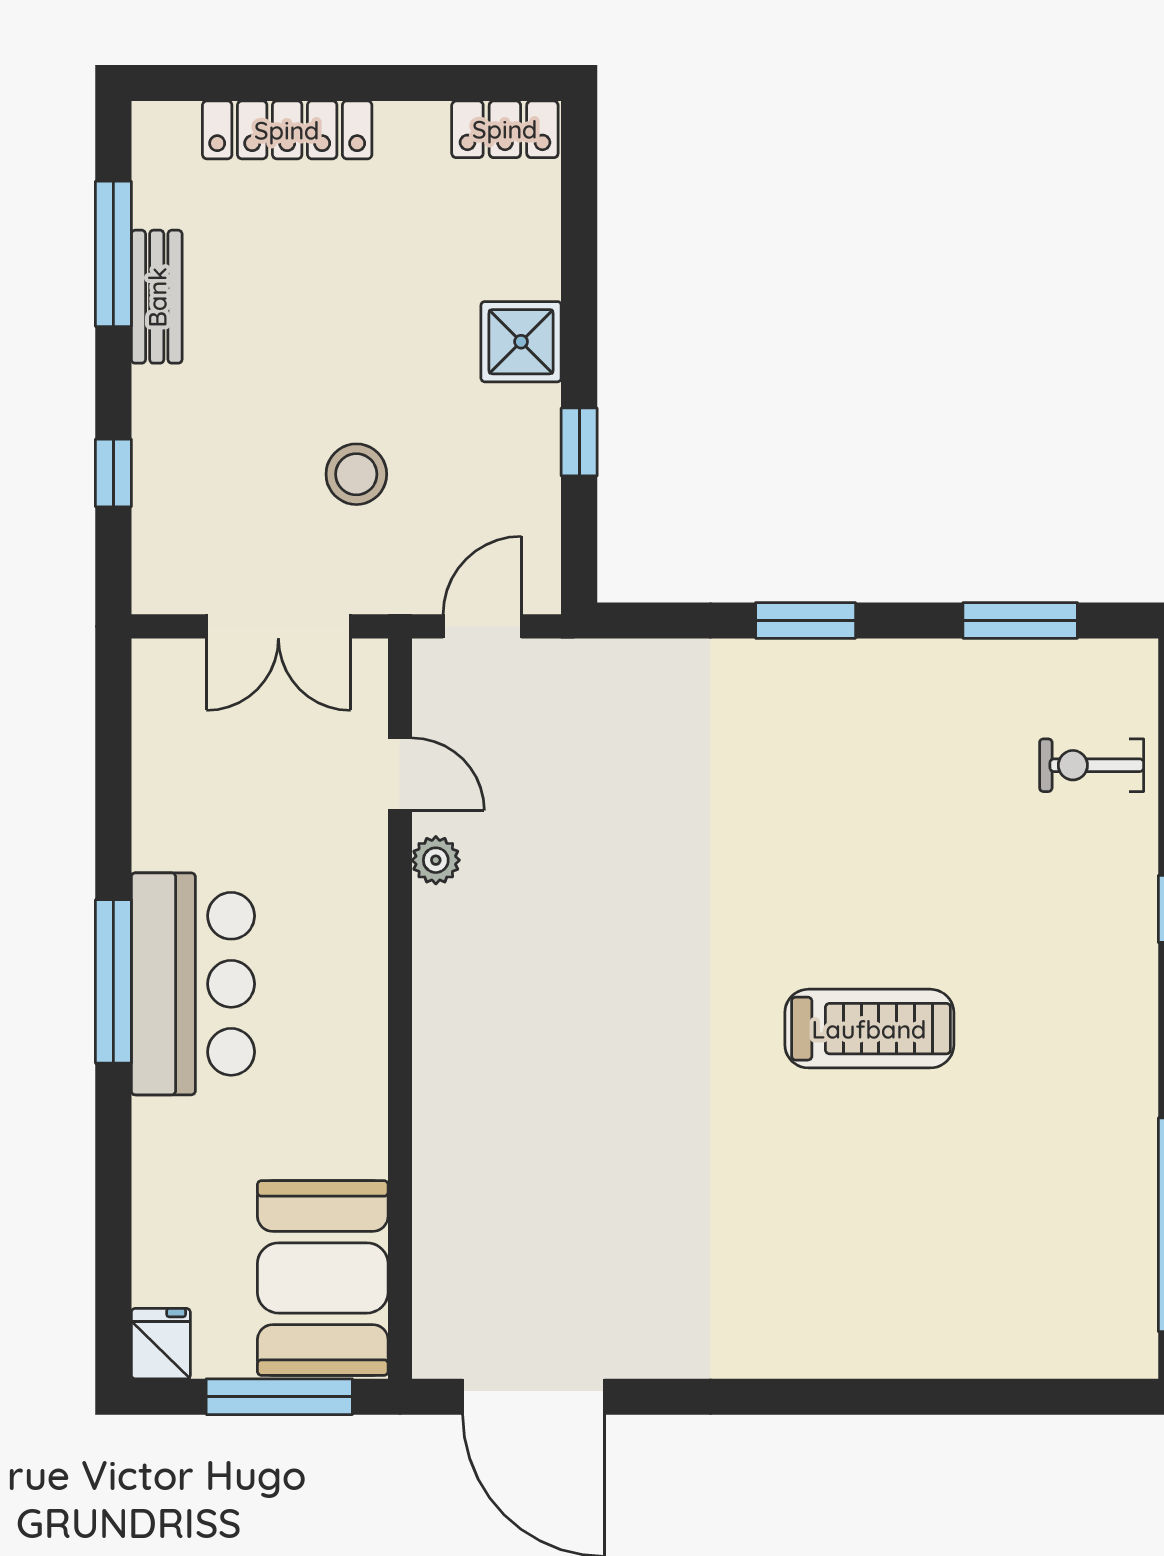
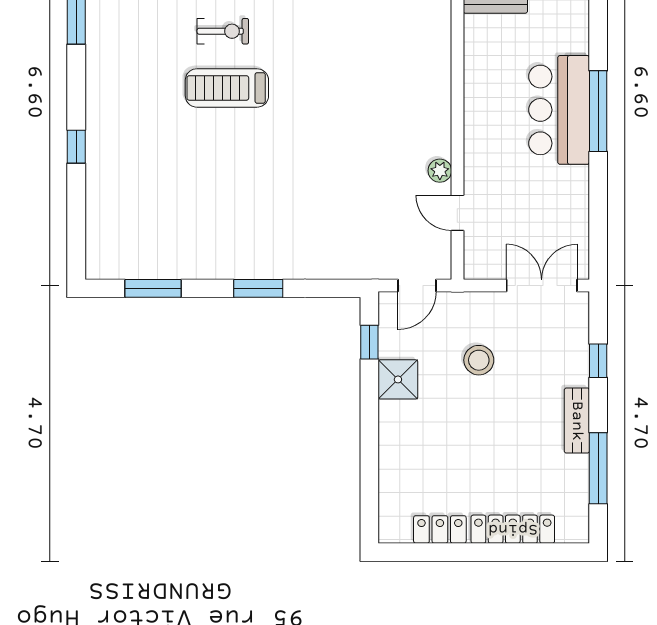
locker: (505, 129) -> (440, 529), moved
bench: (157, 297) -> (577, 421), moved
shower: (521, 342) -> (398, 379), moved
window: (579, 442) -> (369, 342), moved
double door: (278, 626) -> (542, 285), moved
exercise bike: (1092, 765) -> (223, 31), moved

